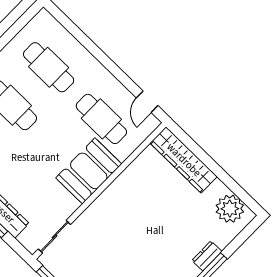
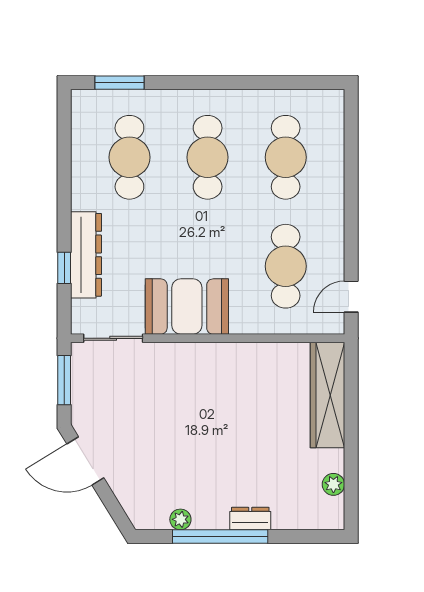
booth: (89, 171) -> (187, 307), moved
plant: (230, 209) -> (333, 484), width x0.53, depth x0.53

